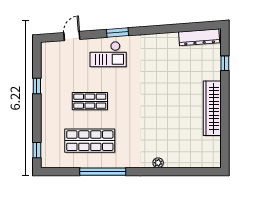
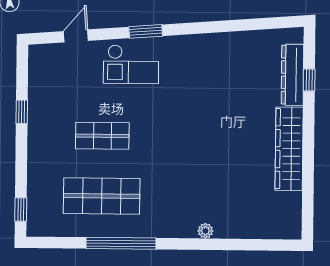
dresser: (199, 37) -> (292, 75), moved, turned 94

